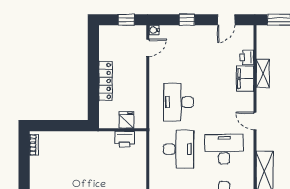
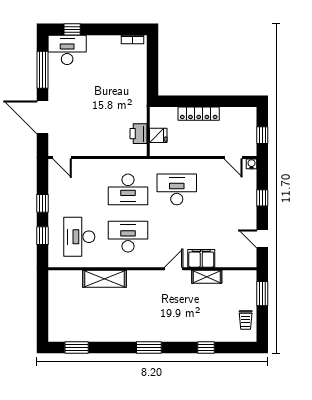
printer: (247, 57) -> (223, 260), removed
door: (255, 121) -> (174, 269), moved
desk: (224, 149) -> (128, 237), turned -90

